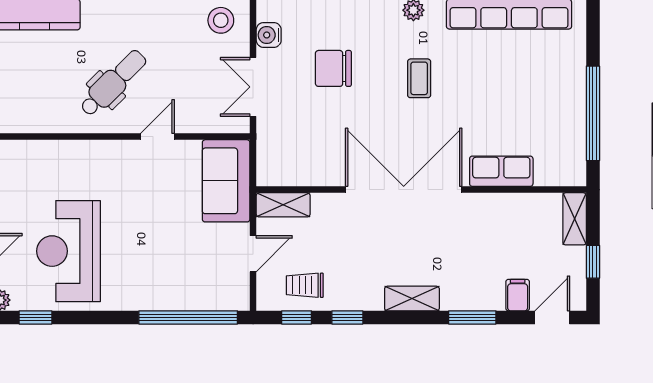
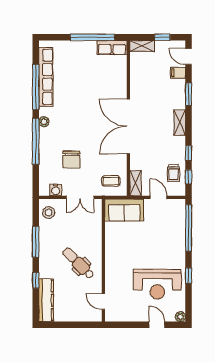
coffee table: (419, 78) -> (111, 181), moved
door: (158, 137) -> (103, 301), moved
row of seats: (501, 171) -> (112, 48), moved, turned -90
window: (35, 317) -> (189, 275), moved

